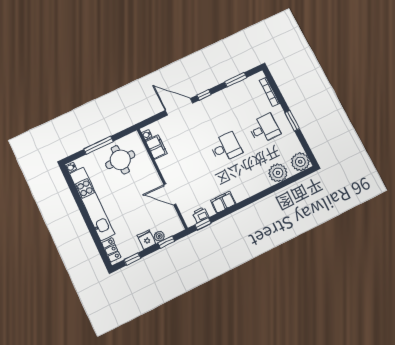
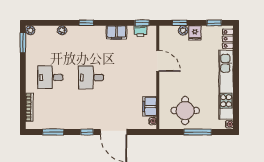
window: (292, 121) -> (23, 43), moved
plant: (300, 162) -> (30, 30), width x0.53, depth x0.53
plant: (278, 173) -> (62, 30), width x0.53, depth x0.53
window: (257, 197) -> (86, 23), added

